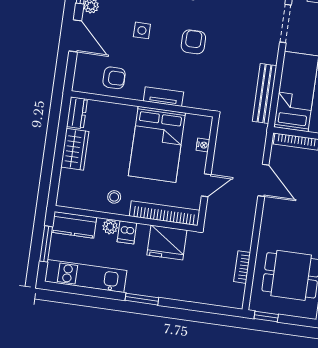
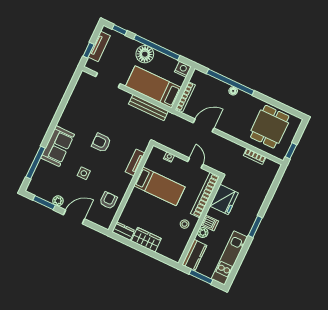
tv unit: (163, 97) -> (135, 162), moved
bed: (157, 144) -> (159, 186), width x0.67

